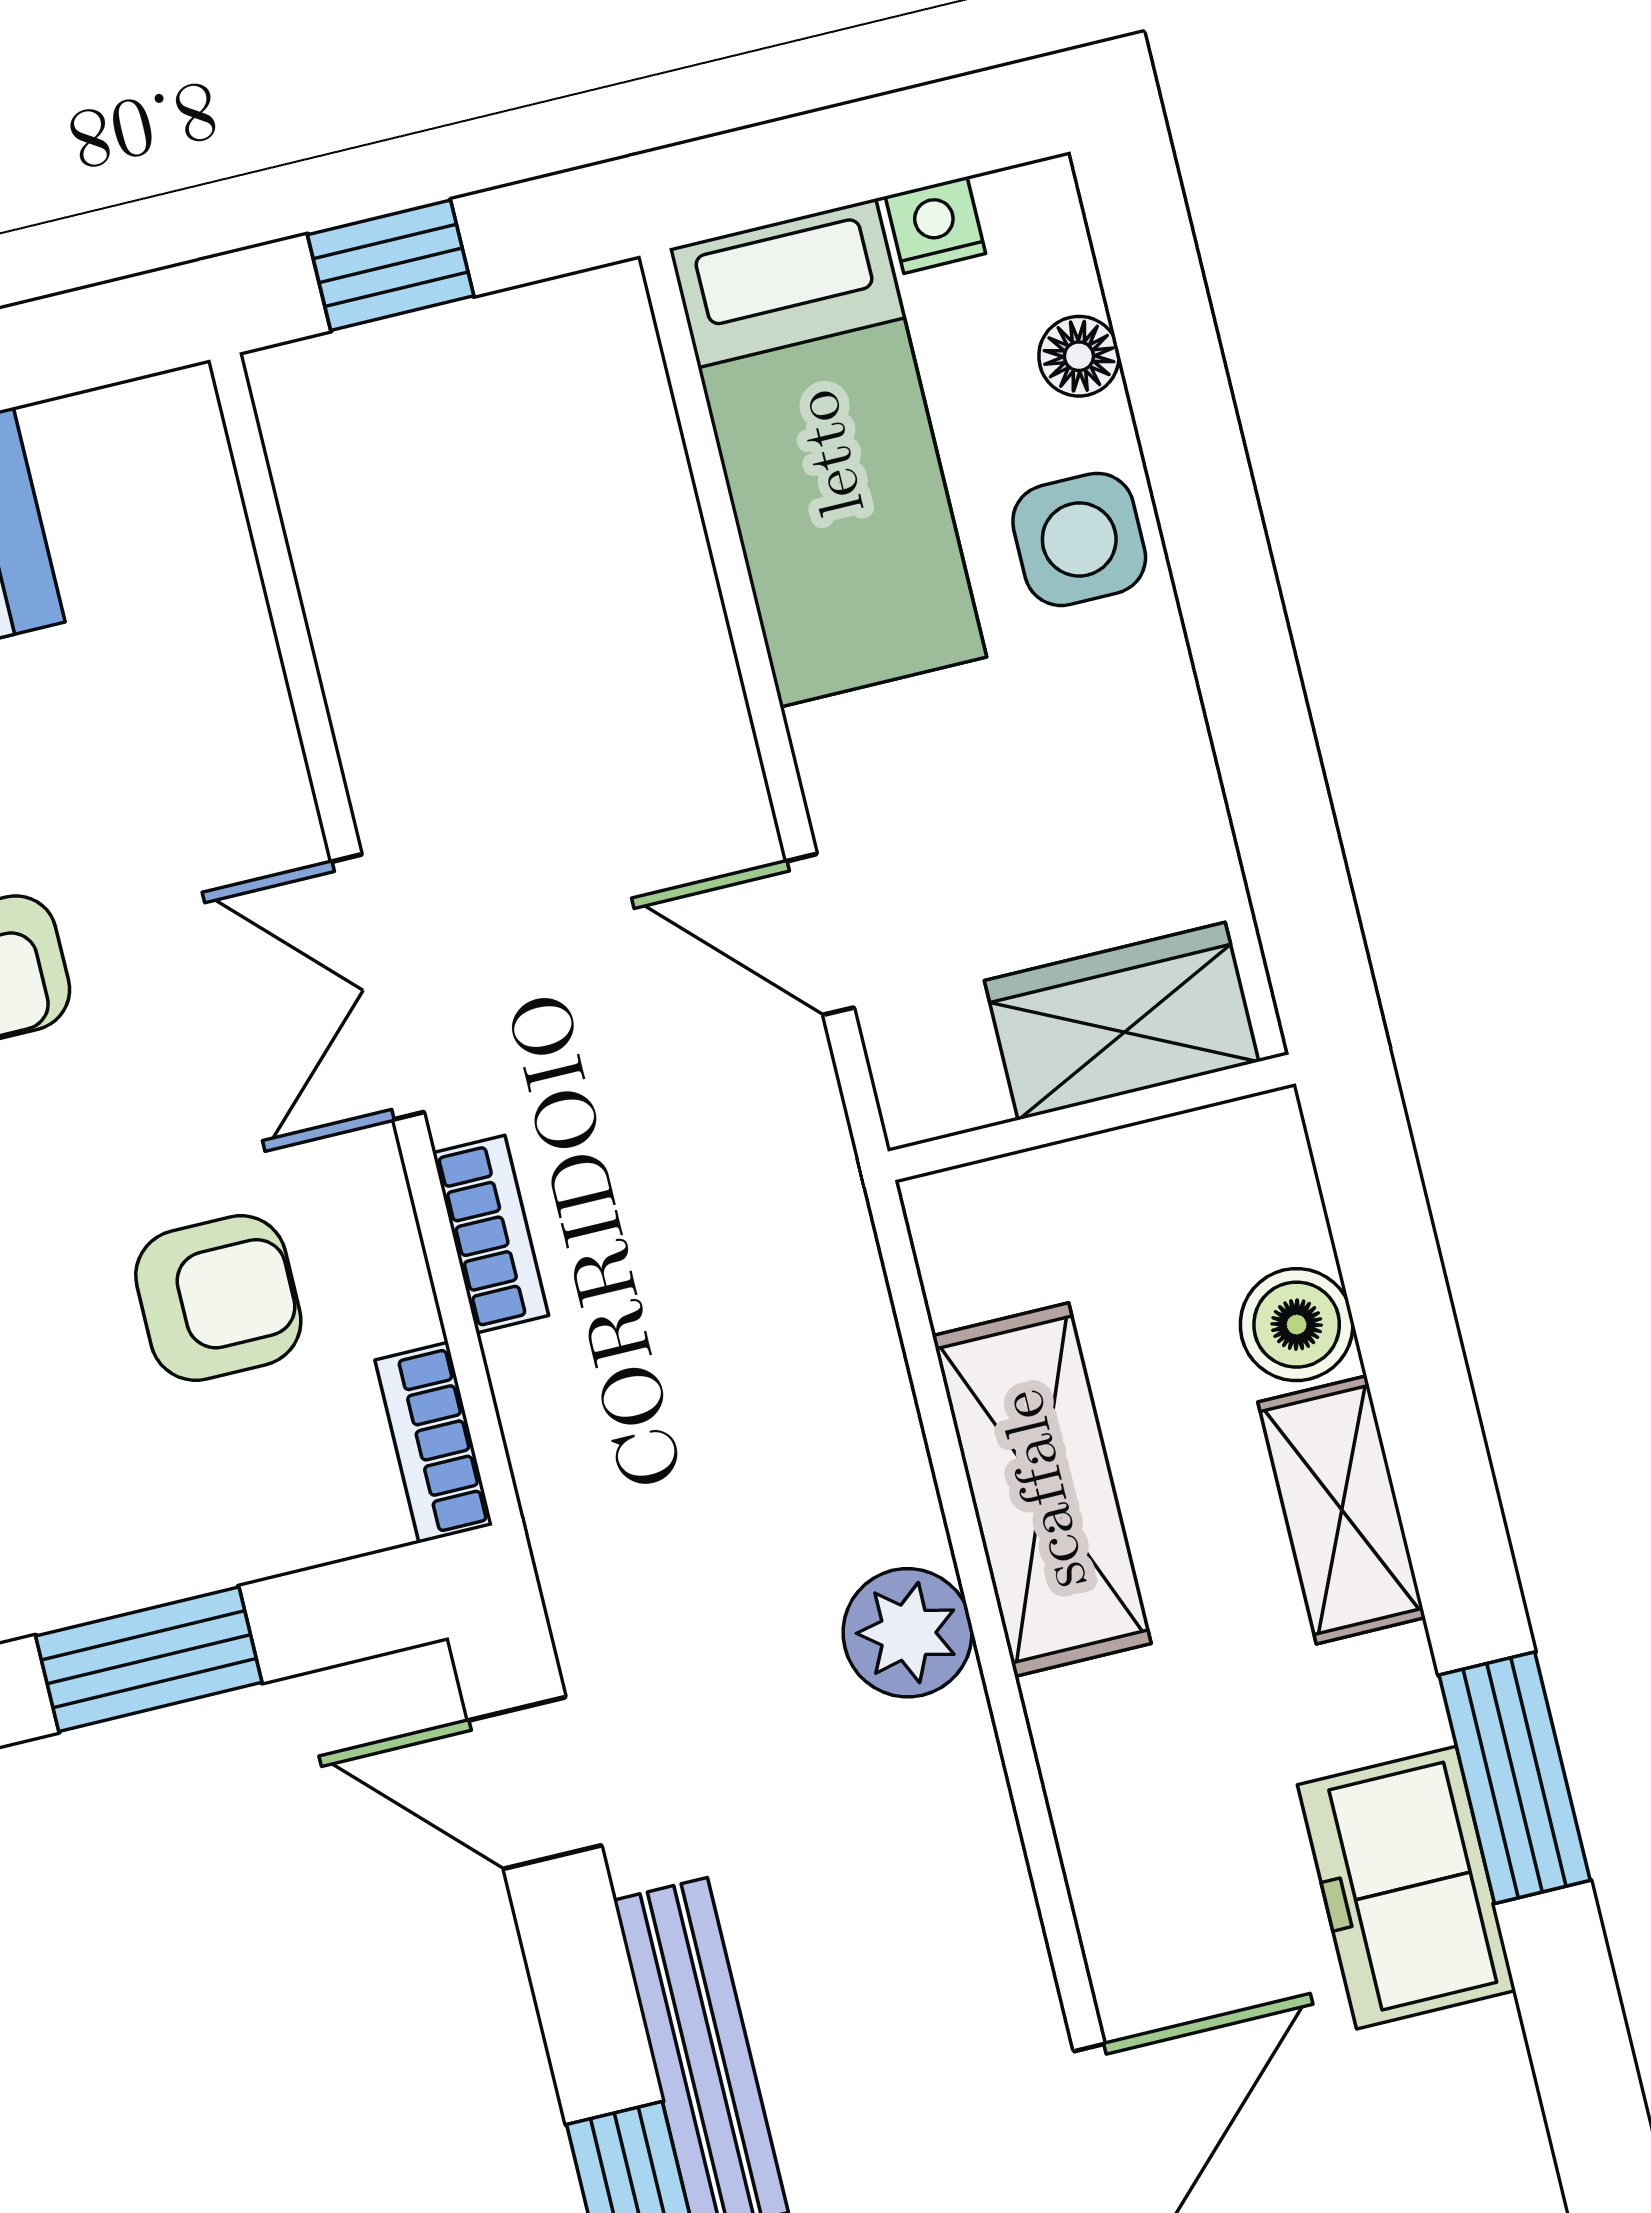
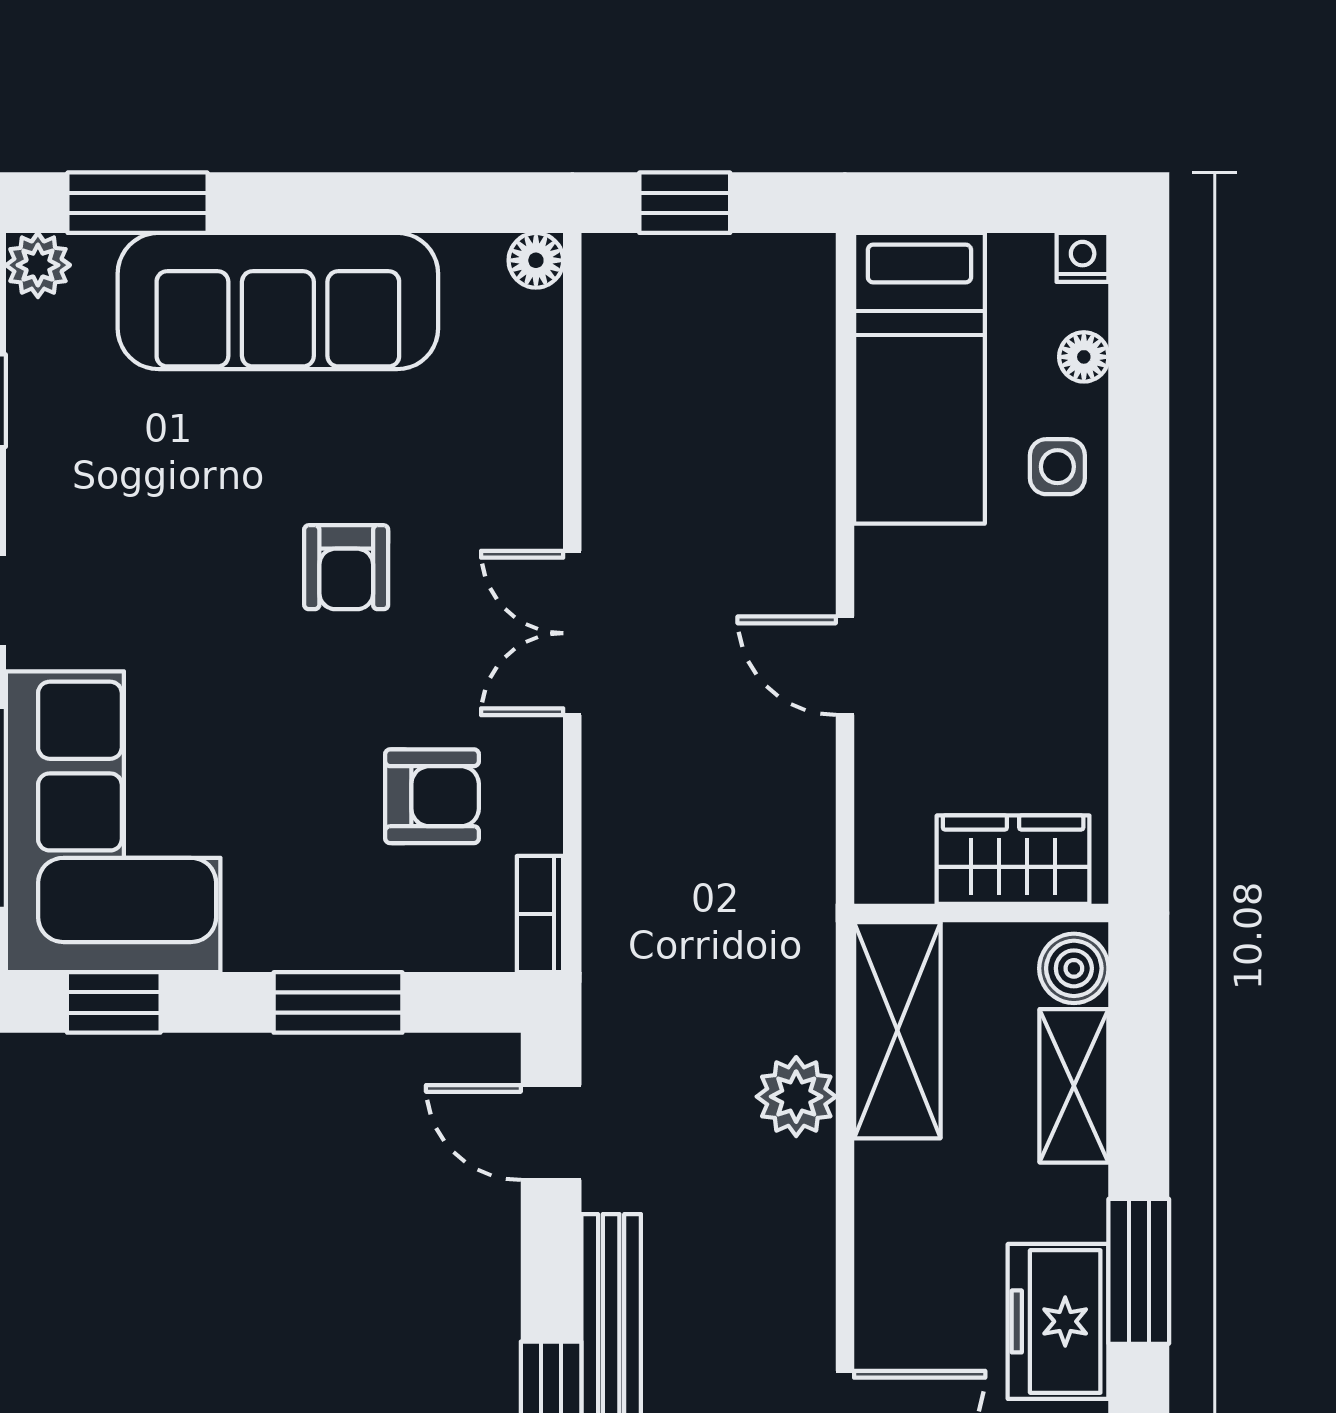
nightstand: (935, 225) -> (1083, 257), moved
floor lamp: (178, 413) -> (536, 260), added
side table: (1079, 539) -> (1057, 467), width x0.73, depth x0.73
wardrobe: (1122, 1021) -> (1013, 860), moved
wall: (1092, 1117) -> (981, 913), moved
bookcase: (491, 1234) -> (604, 797), removed

